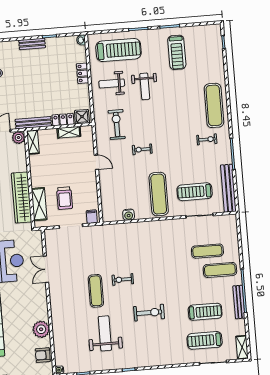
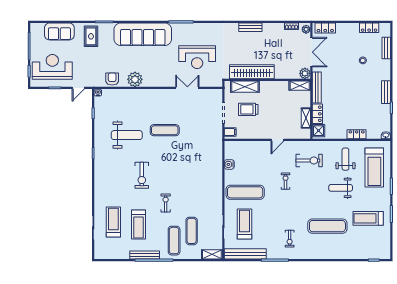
exercise mat: (214, 105) -> (327, 226), moved
exercise bike: (123, 279) -> (166, 203), moved
shelving: (242, 347) -> (212, 254), moved

